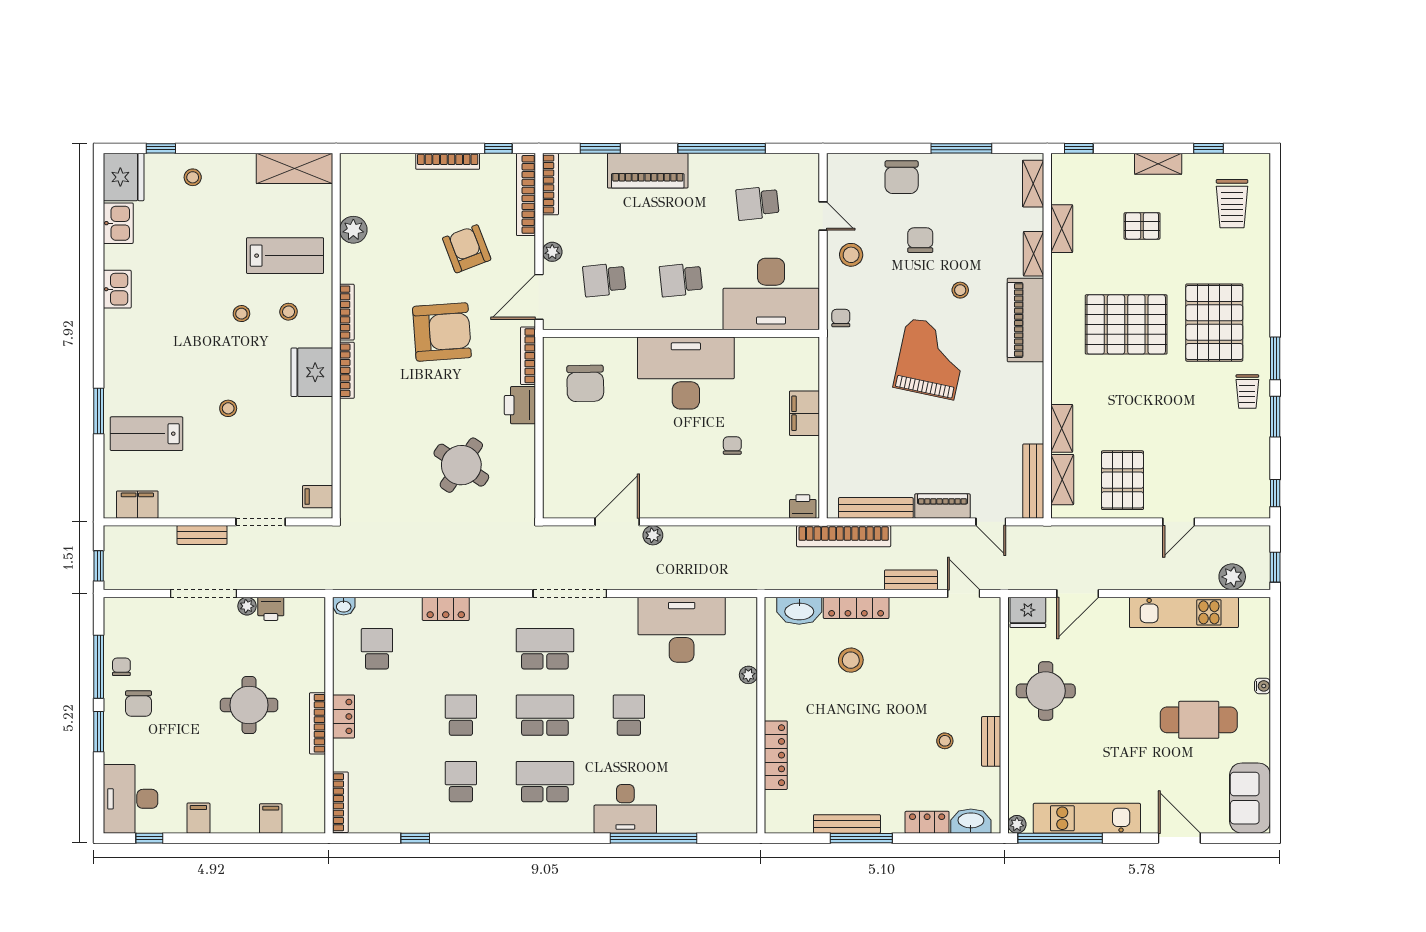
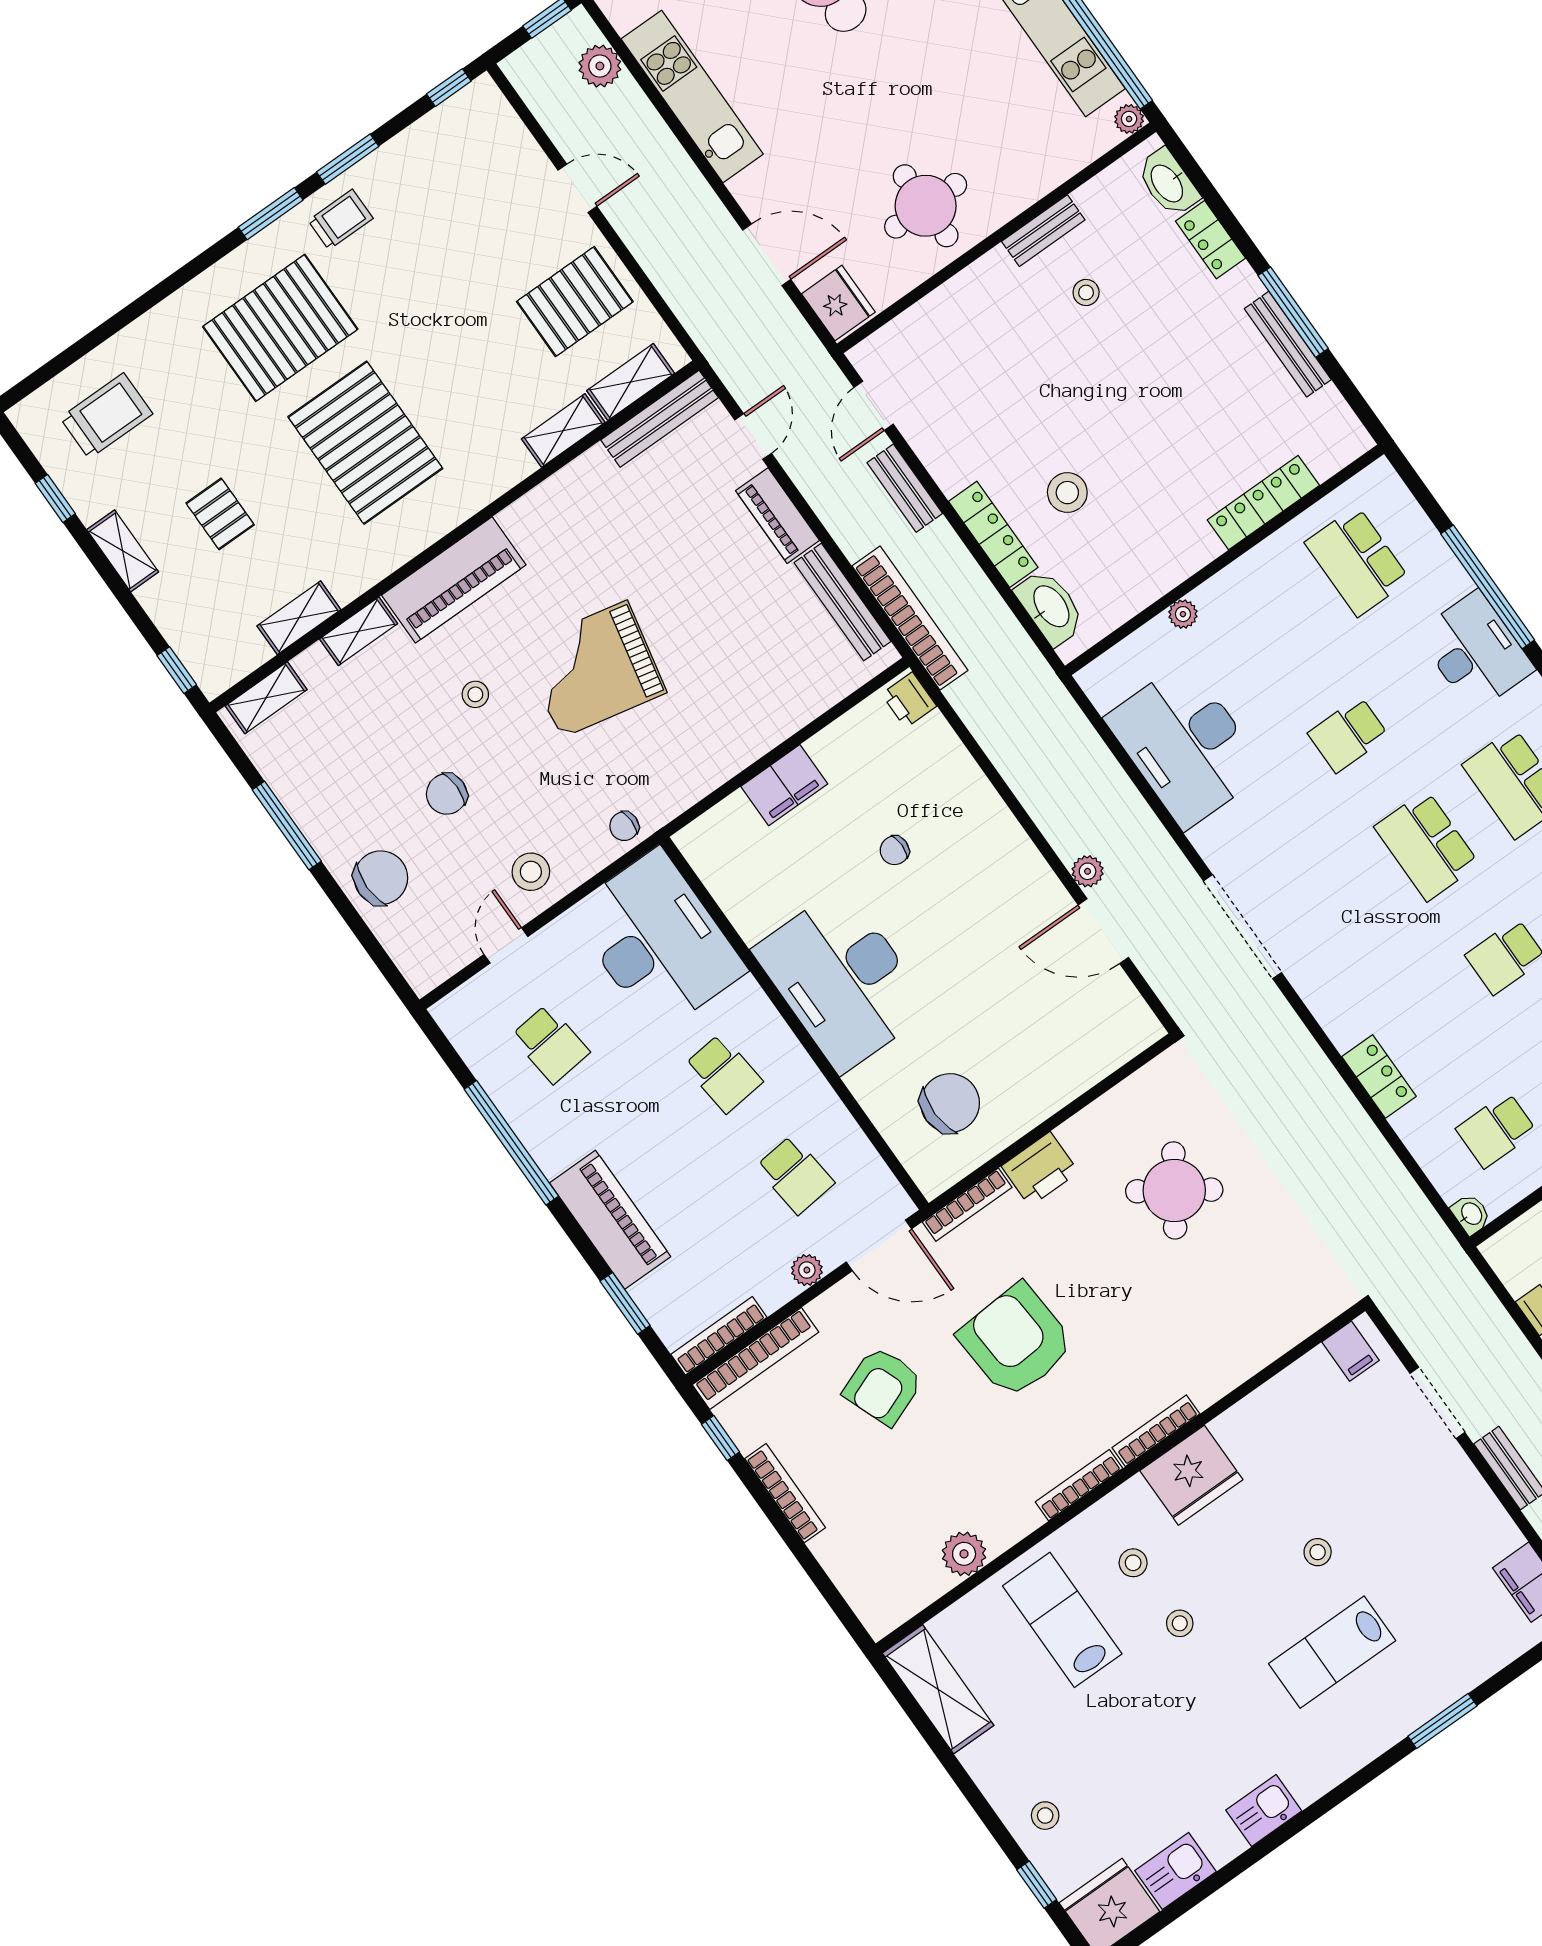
lab bench: (146, 434) -> (1332, 1652), moved, turned 90
school desk: (545, 649) -> (1357, 561), moved

